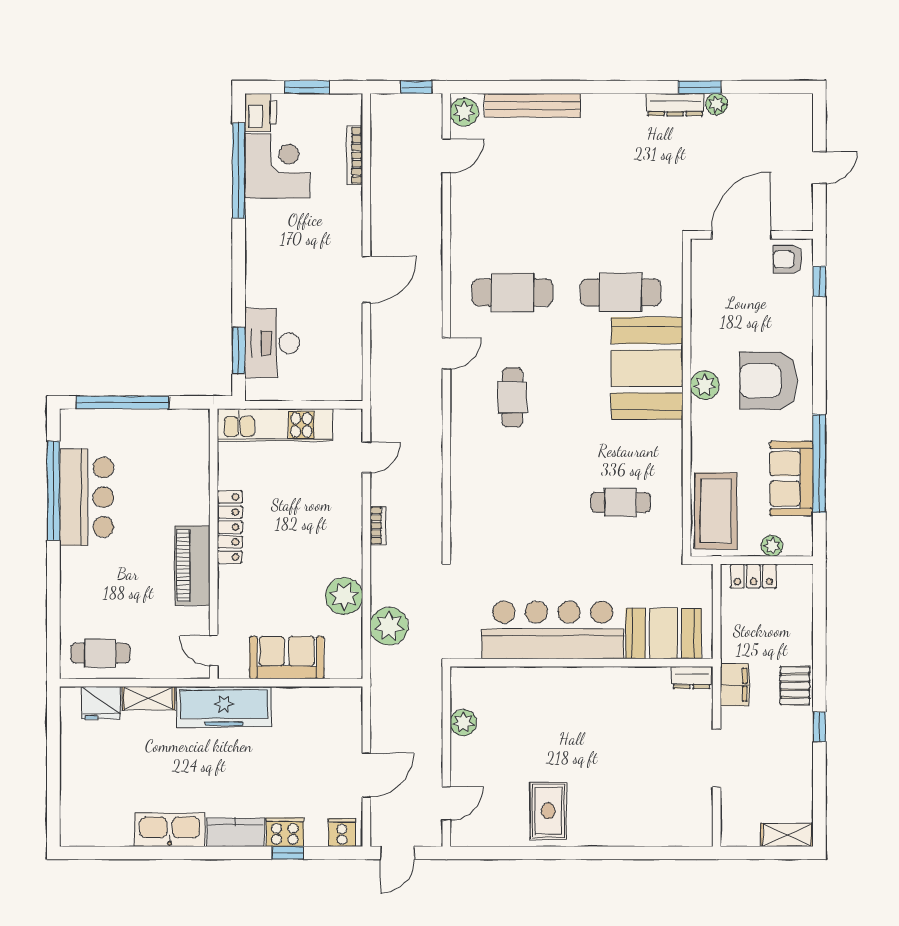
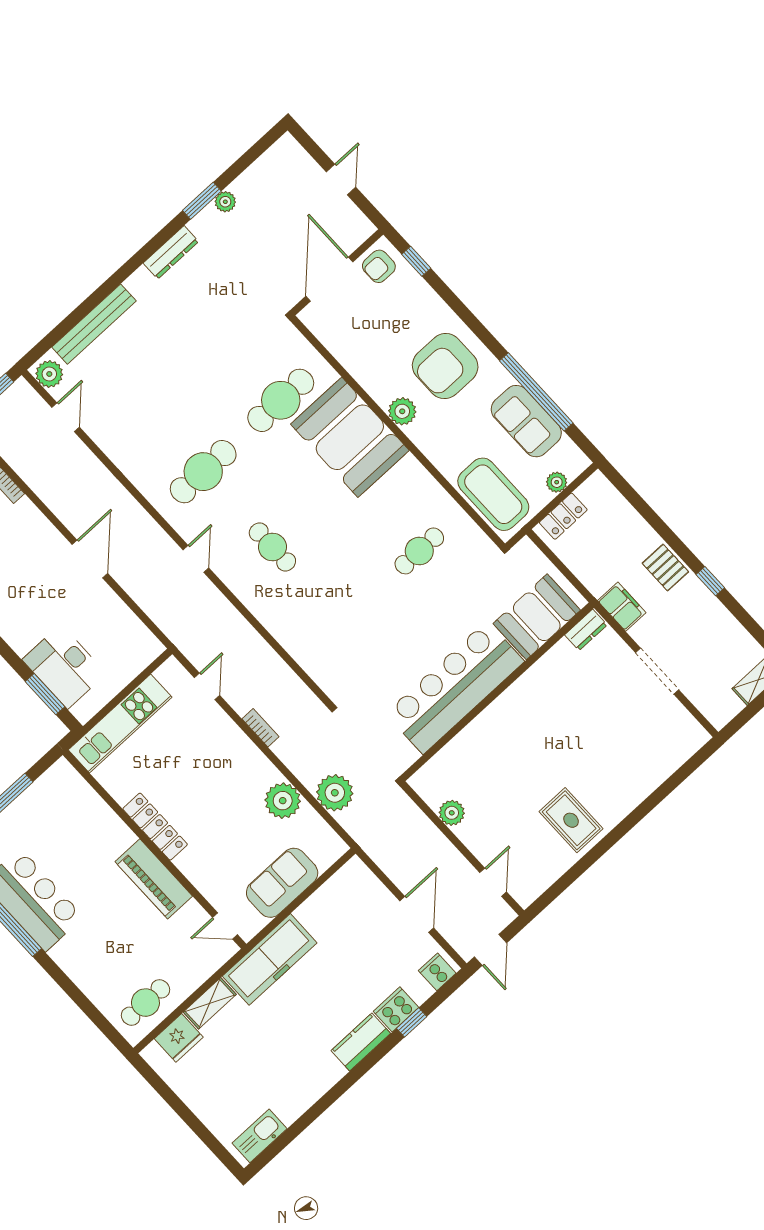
dresser: (675, 105) -> (171, 252), moved
kitchen sink: (170, 830) -> (260, 1136), moved, width x0.73, depth x0.81

